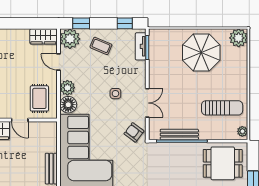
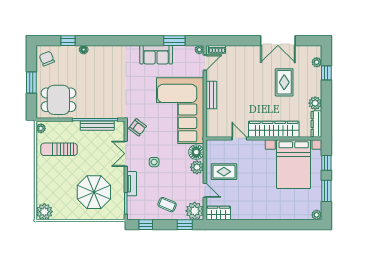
tv unit: (141, 46) -> (132, 184), moved
parasol: (201, 53) -> (94, 192), moved
rug: (39, 98) -> (224, 172), moved, turned 90

